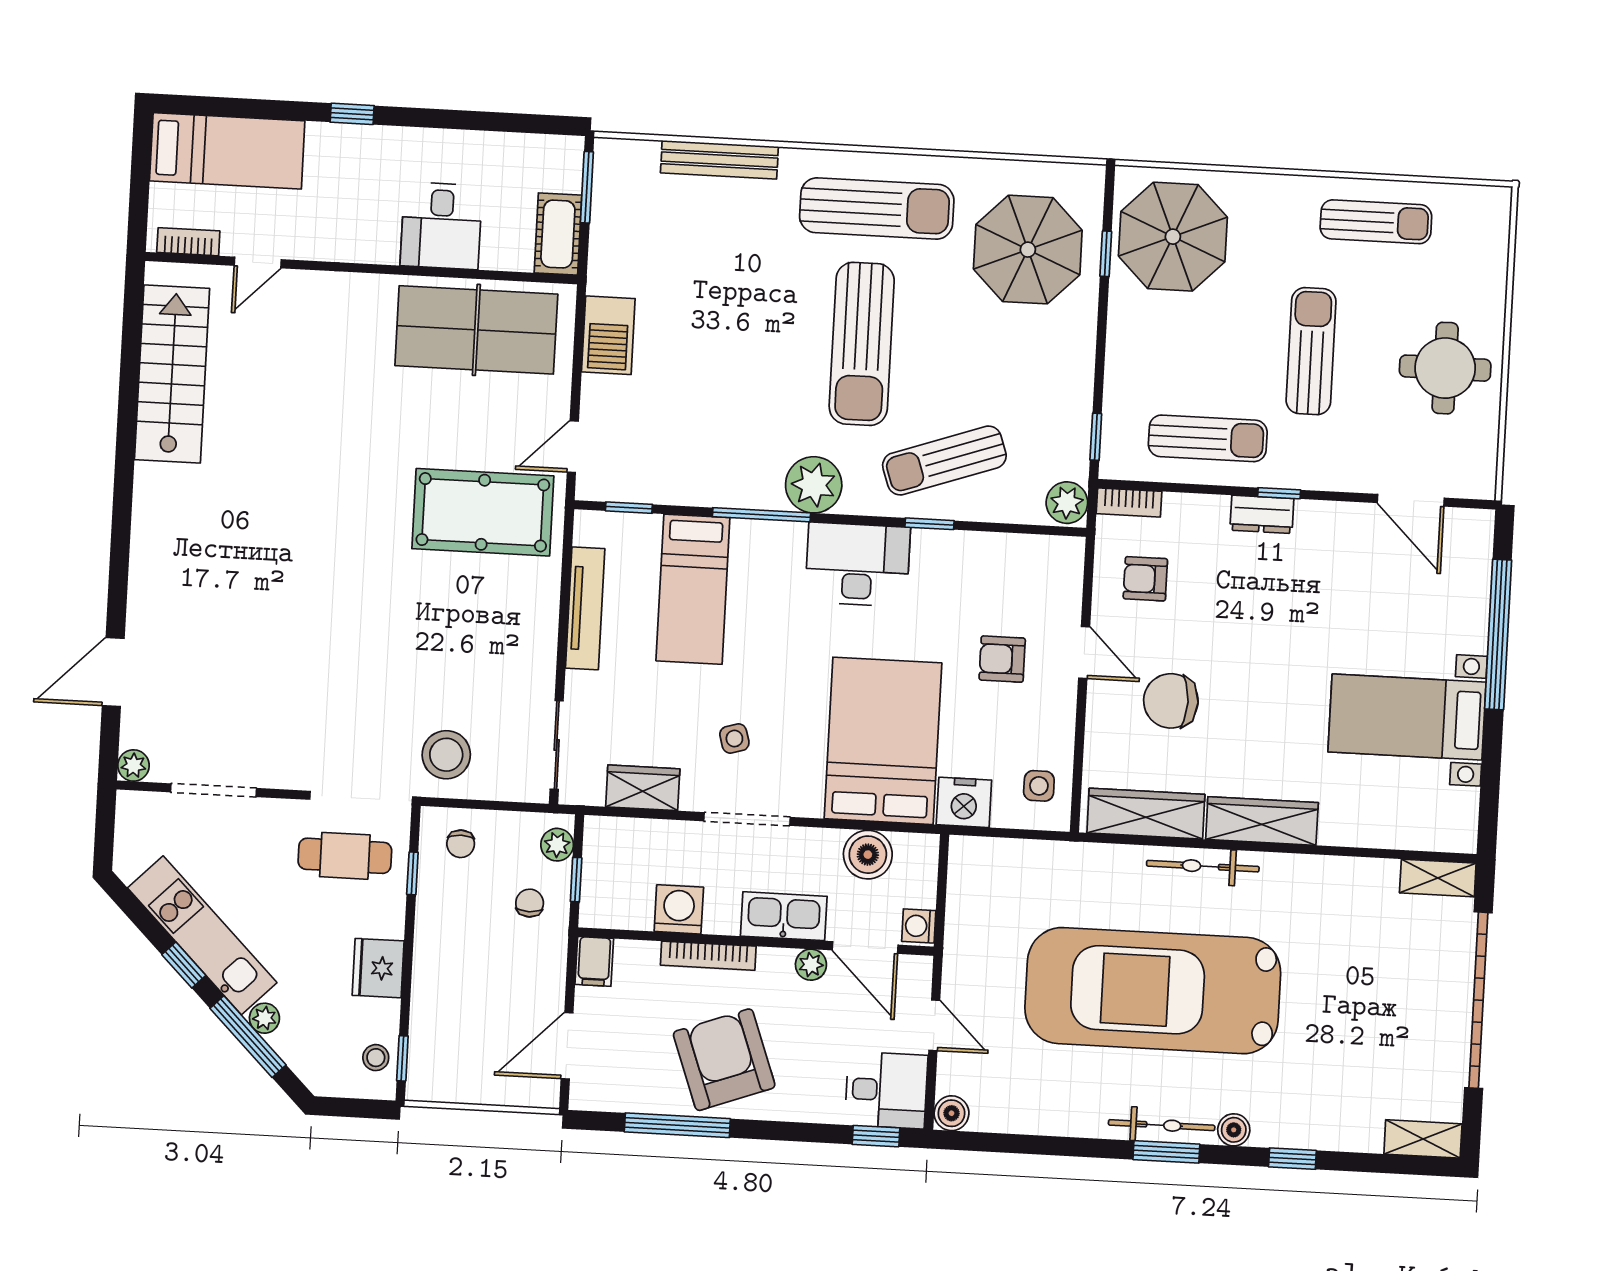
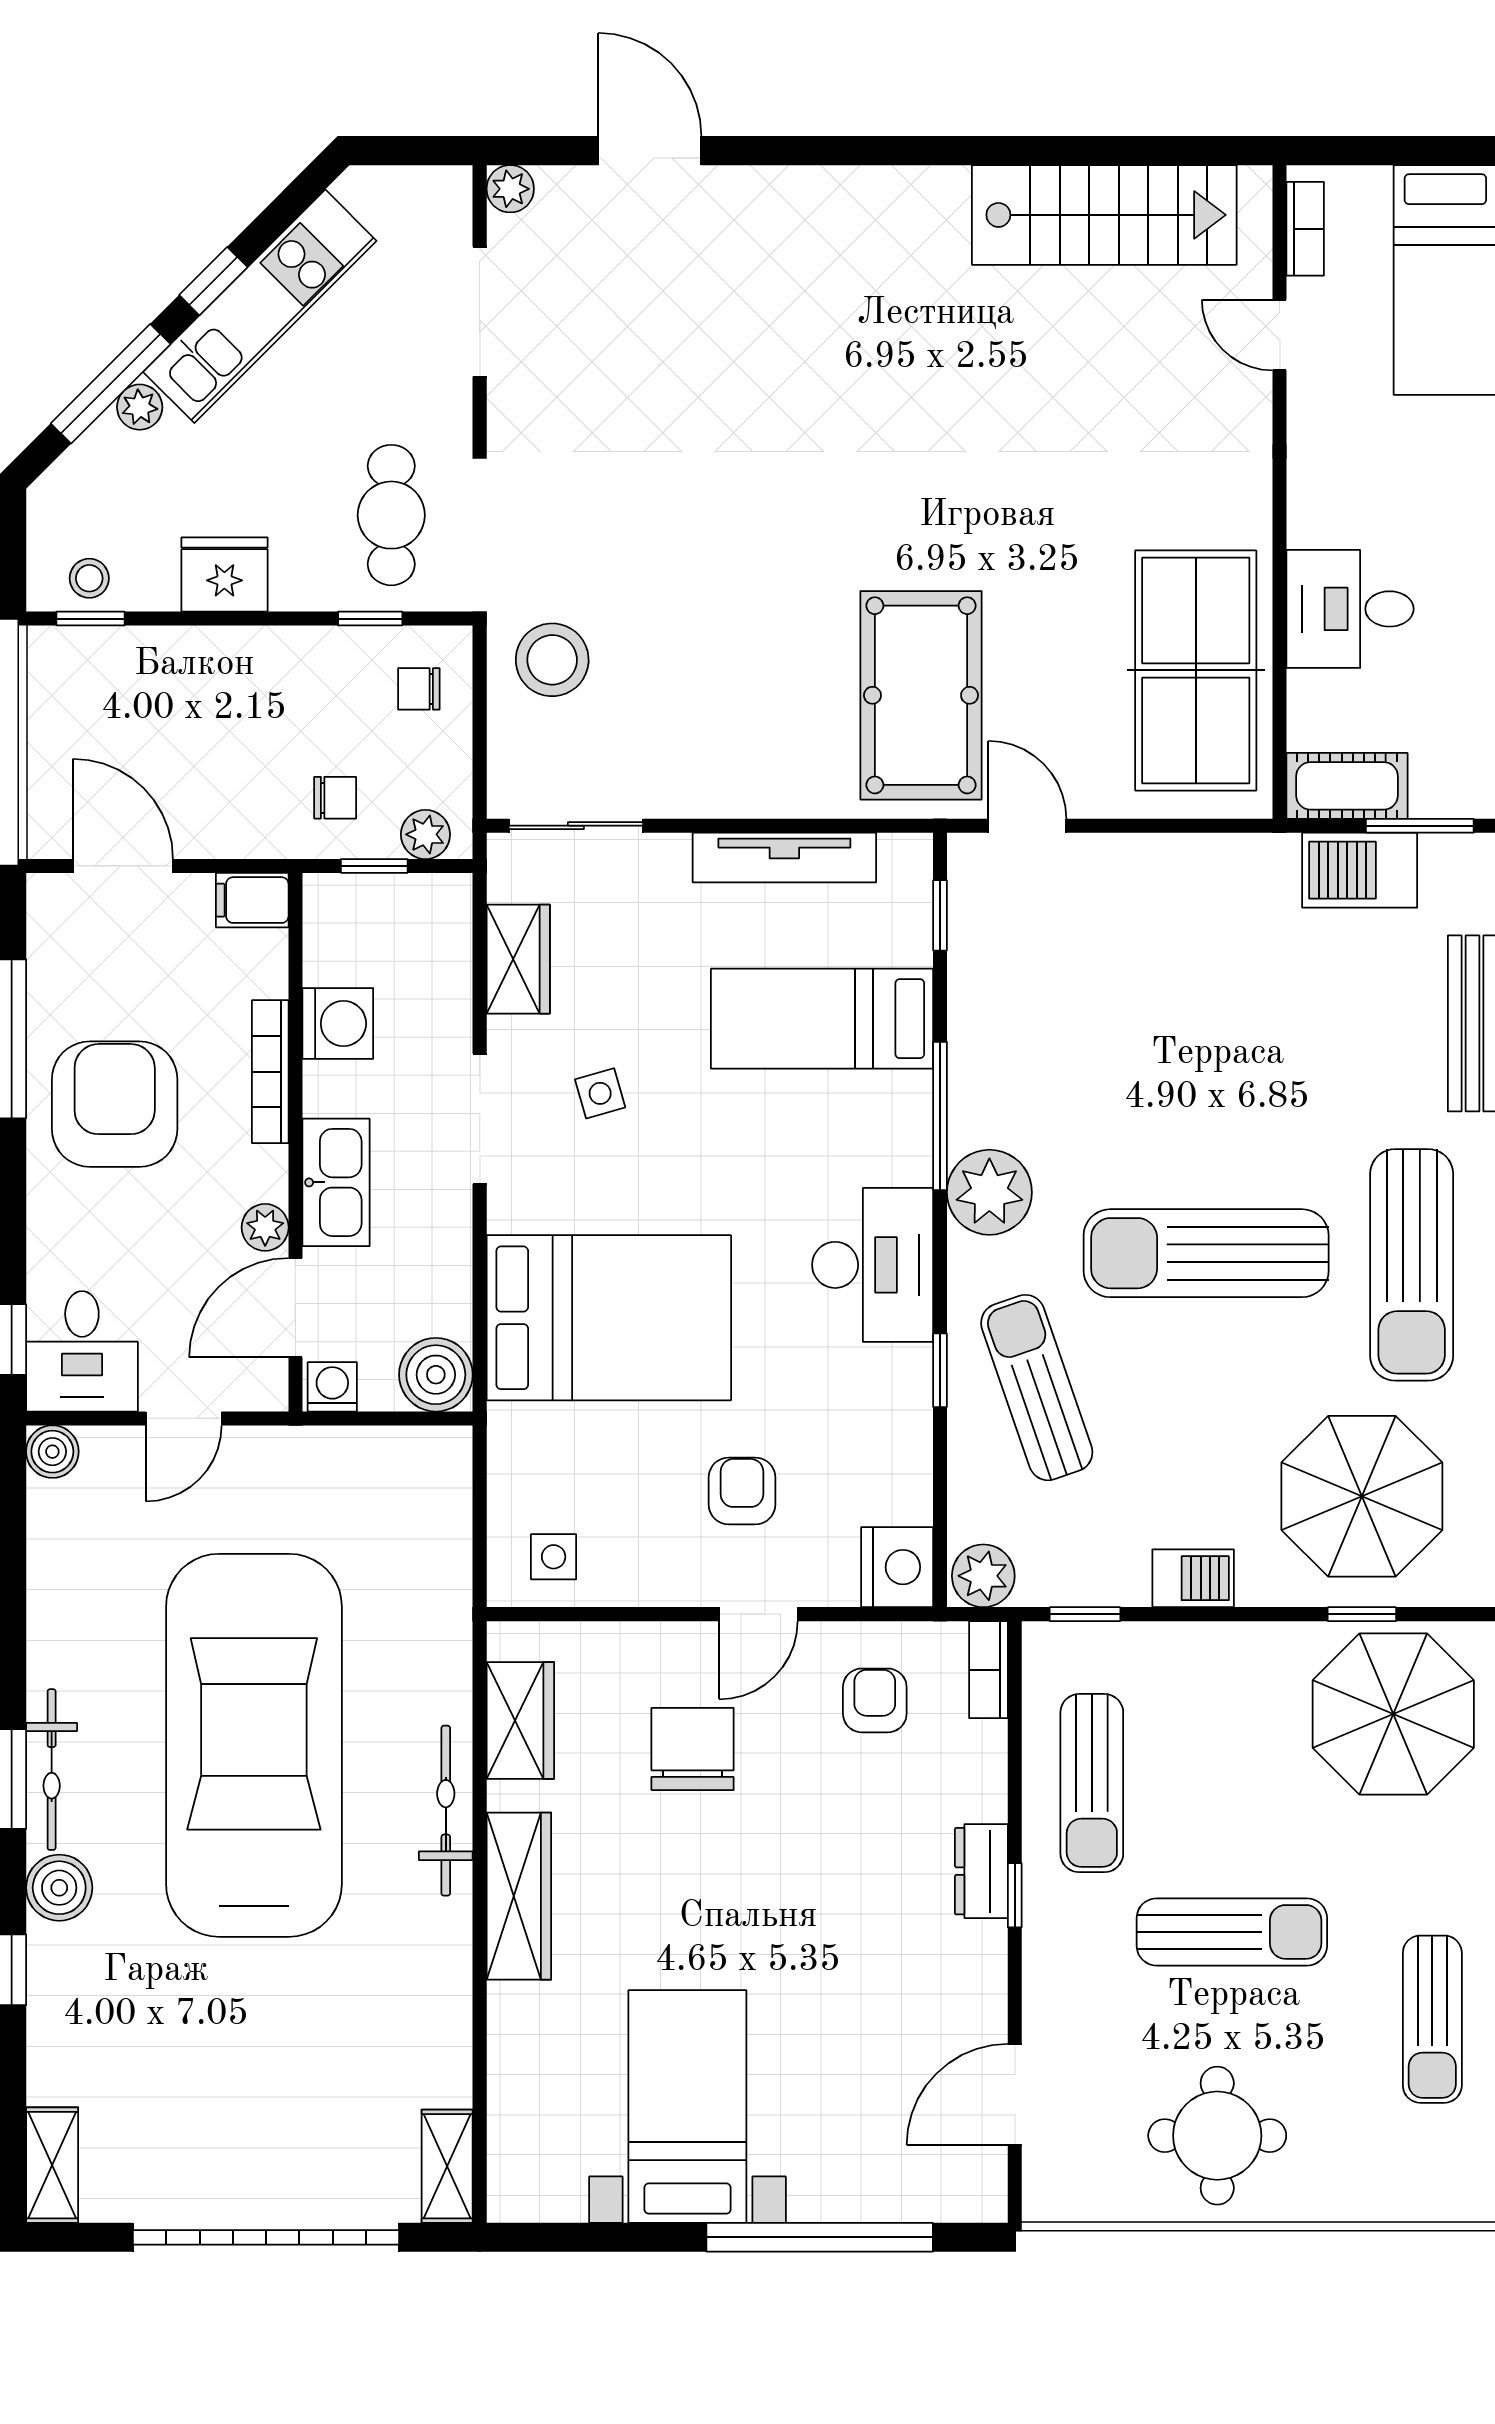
barbecue: (608, 335) -> (1360, 870), moved
barbecue: (1076, 364) -> (1193, 1578), added
nightstand: (964, 802) -> (897, 1567), moved, turned 180
wardrobe: (1146, 814) -> (520, 1720), width x0.67
boiler: (868, 855) -> (436, 1375), moved
armchair: (724, 1060) -> (115, 1104), turned -70
boiler: (1234, 1130) -> (59, 1888), width x1.36, depth x1.36

